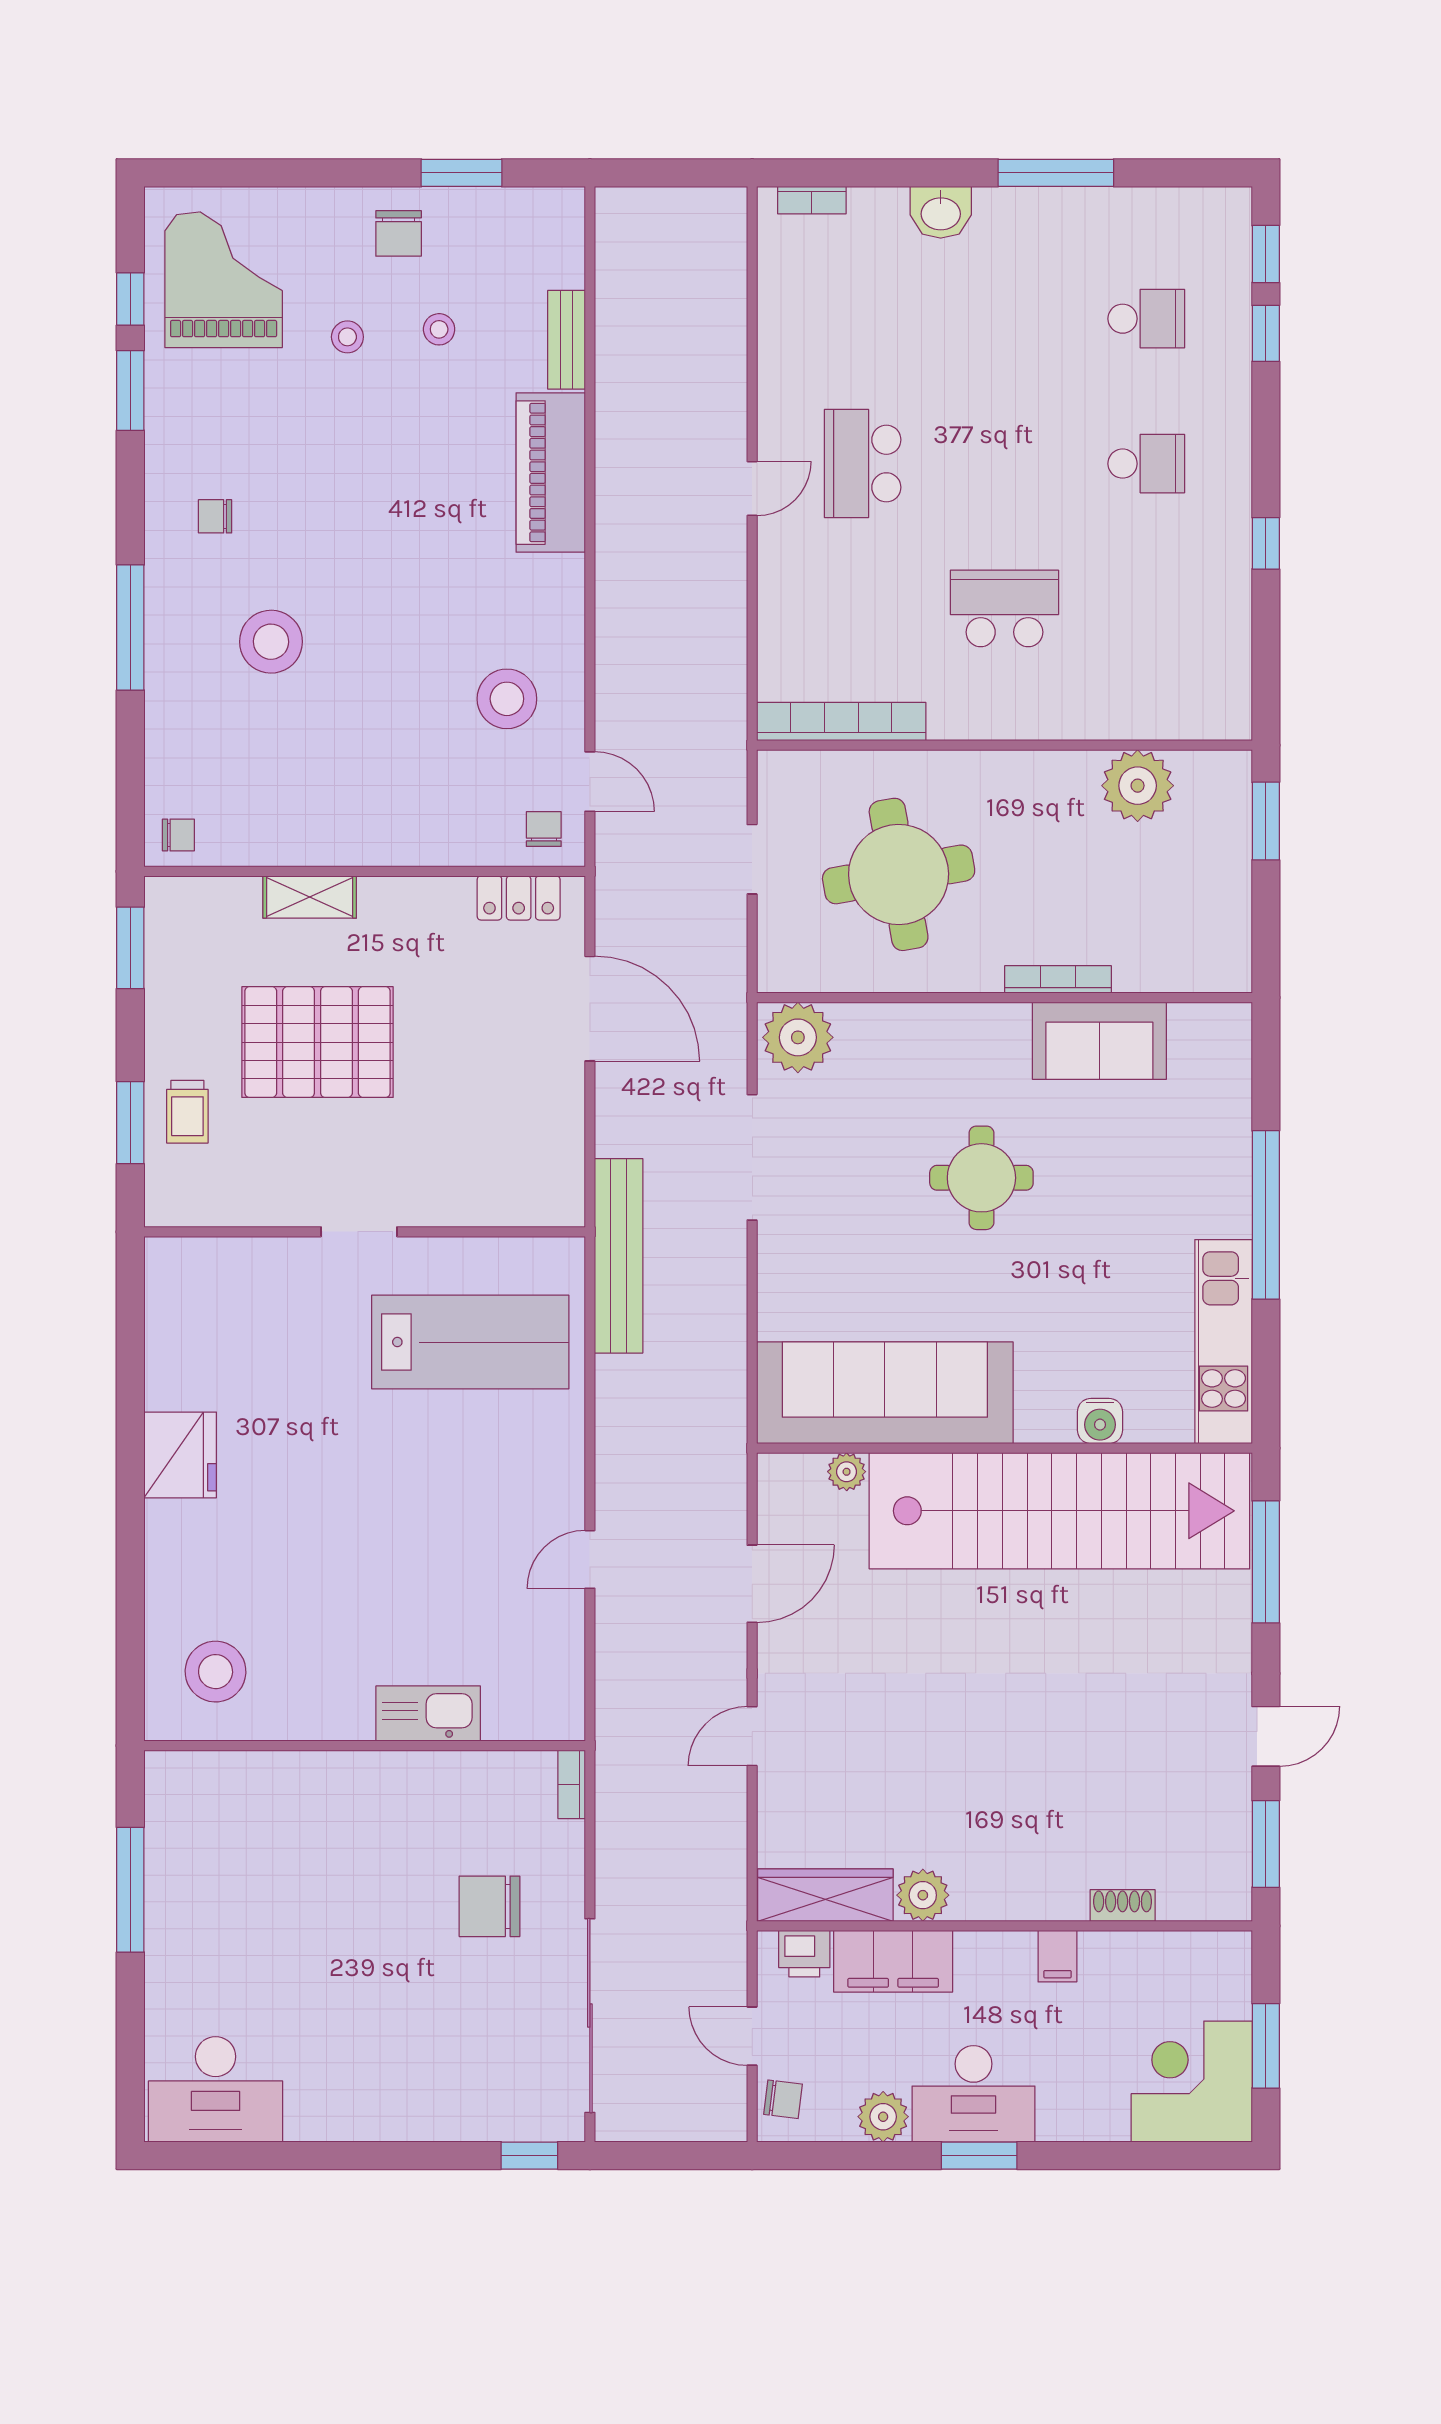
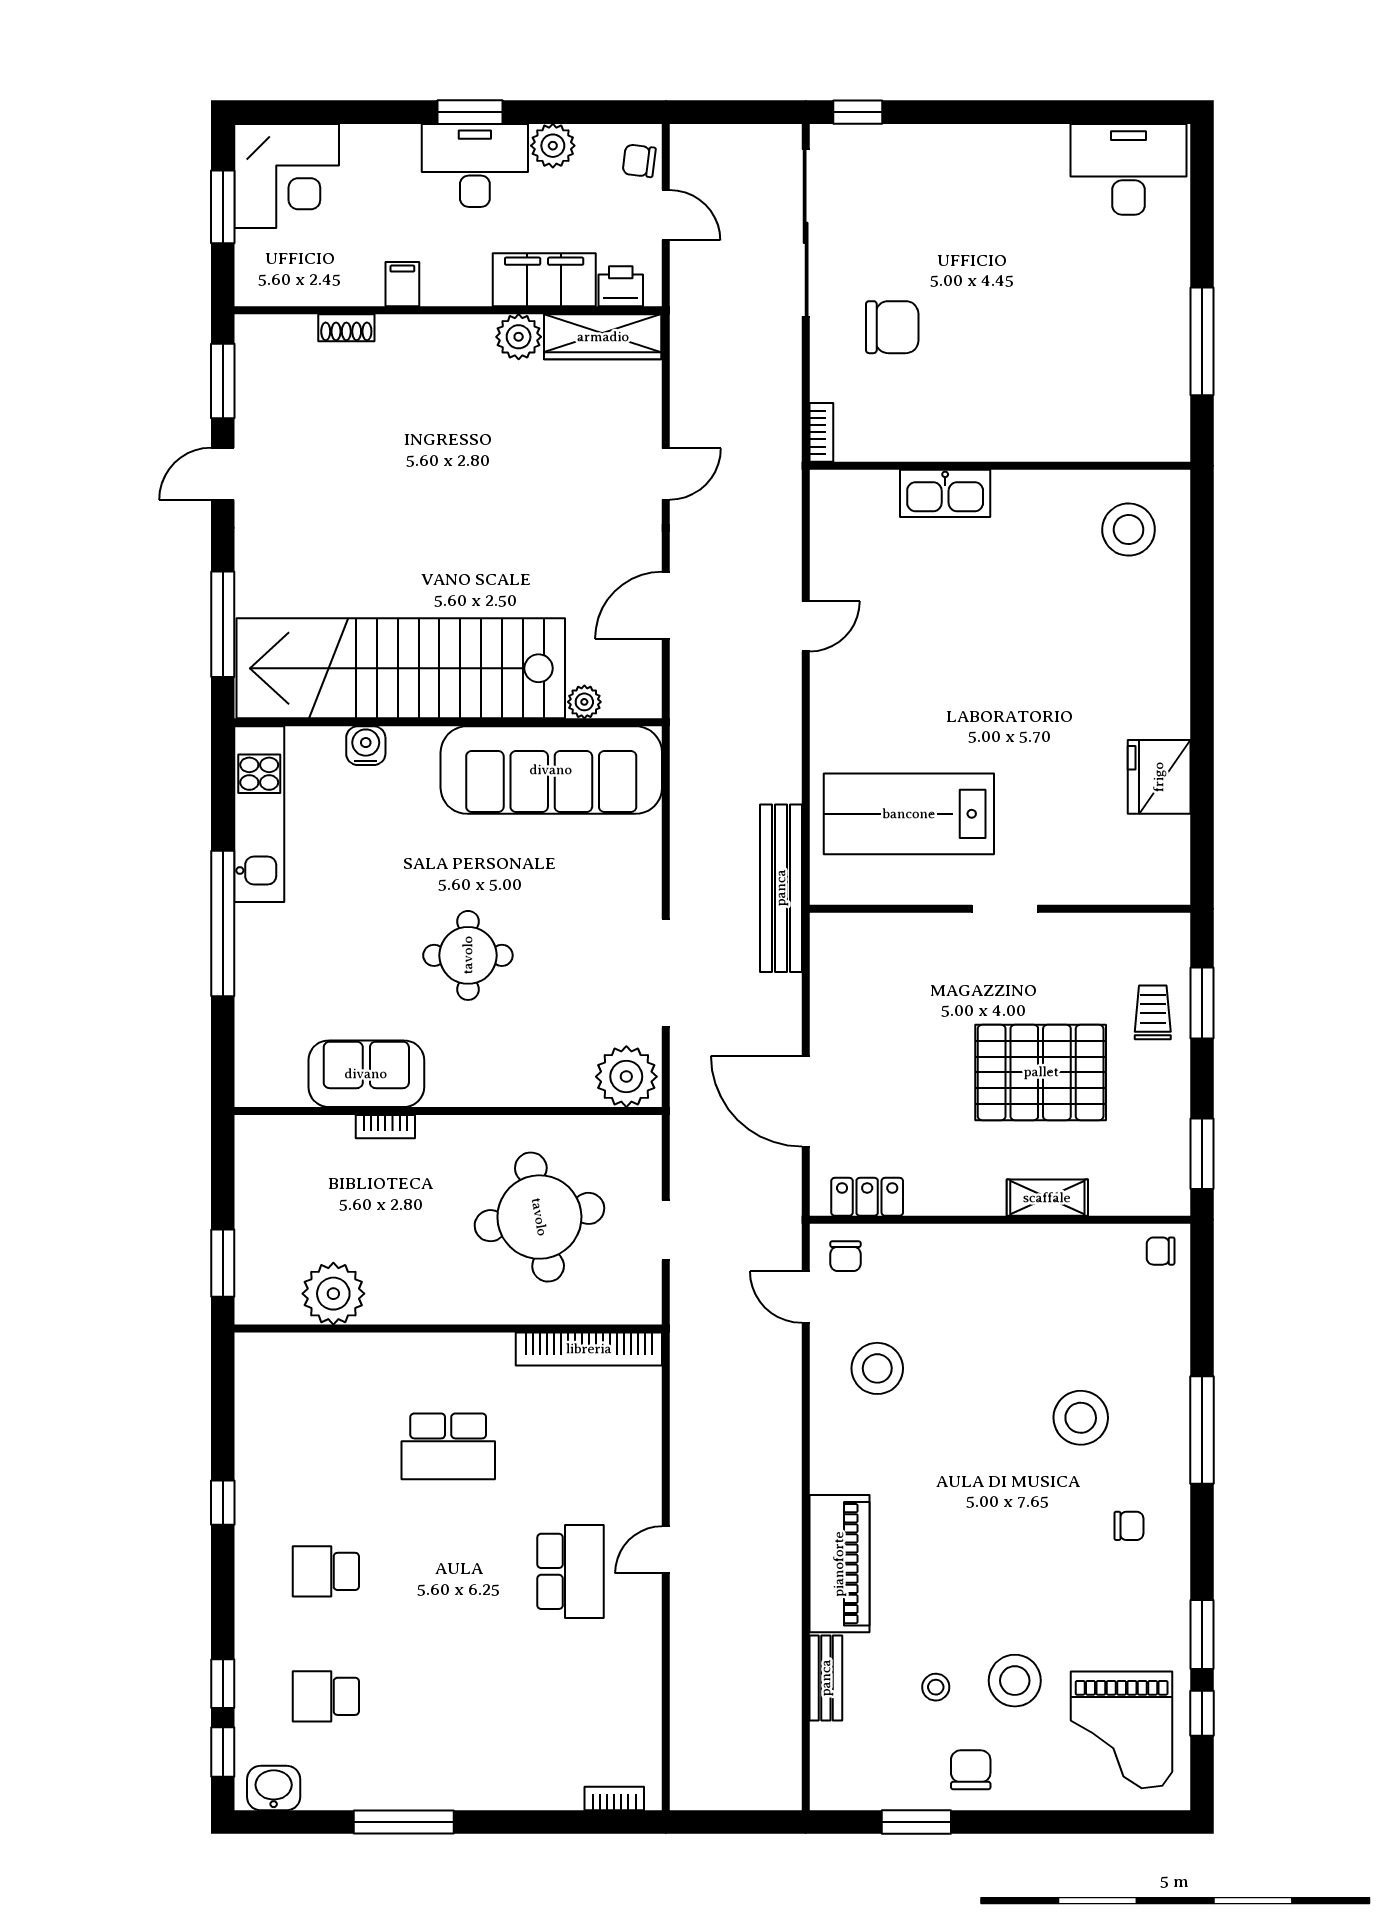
washbasin: (941, 212) -> (274, 1788), moved
stool: (347, 337) -> (1015, 1681), width x1.89, depth x1.89
bookcase: (1058, 979) -> (385, 1127), width x0.64
fridge: (180, 1455) -> (1159, 777), moved

